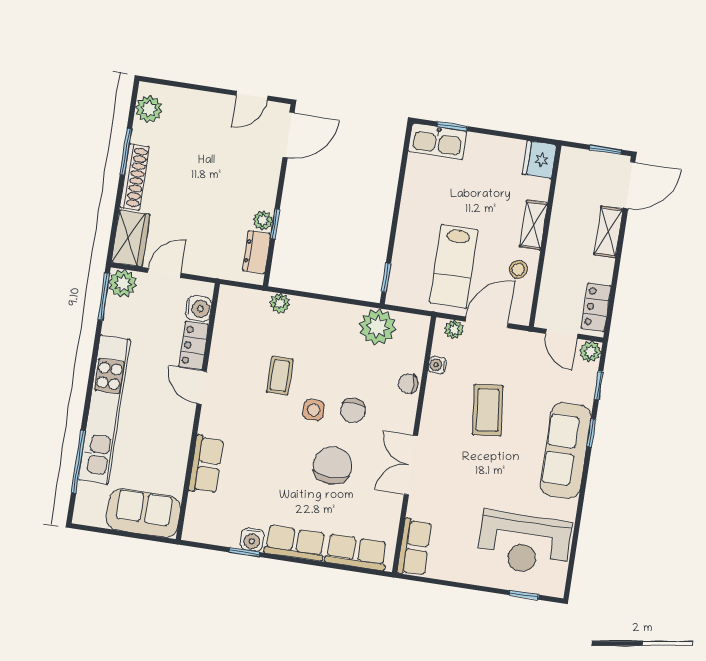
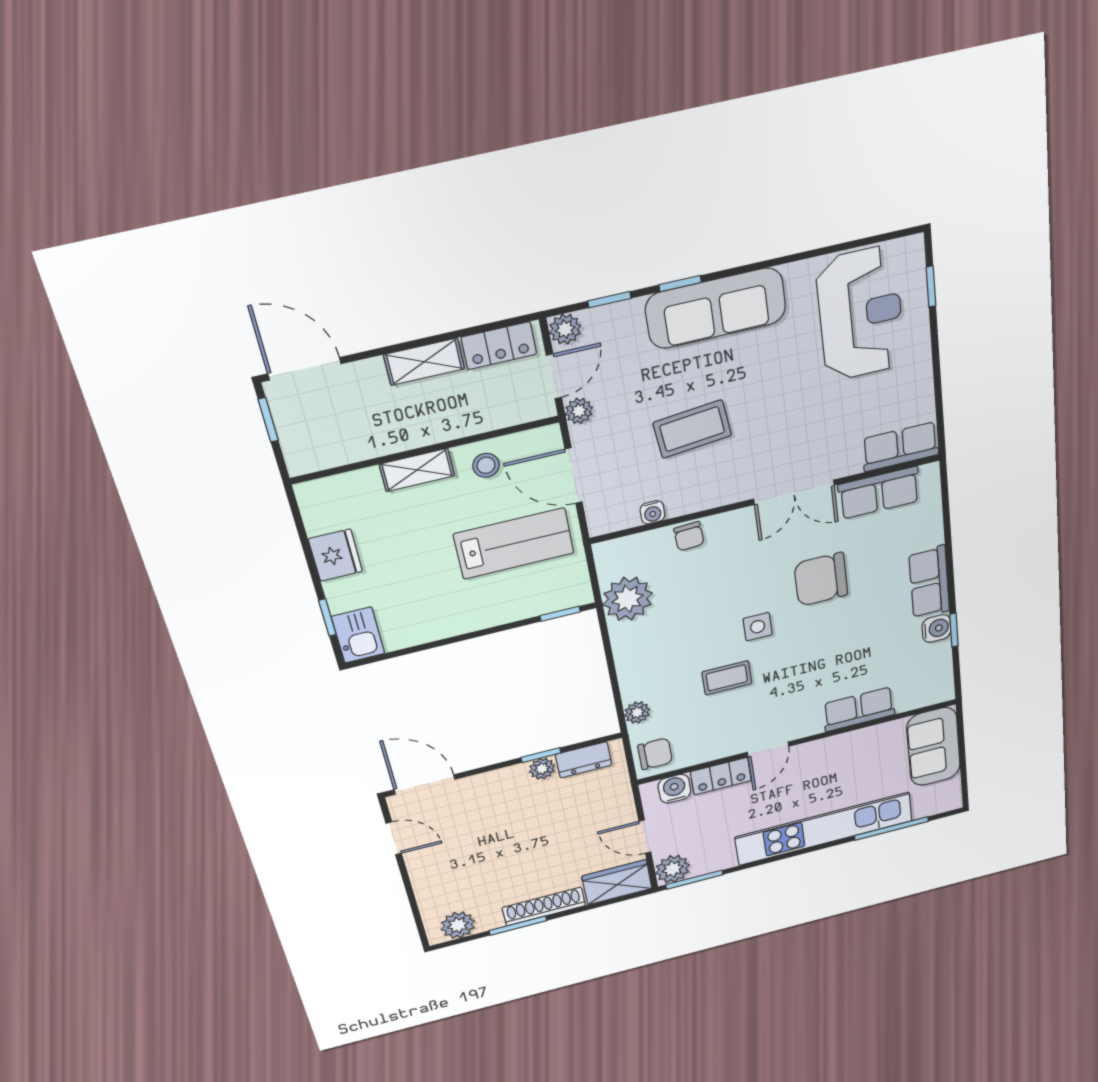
kitchen sink: (437, 141) -> (358, 635), width x0.73
fridge: (539, 160) -> (335, 555), moved, turned -90
shelving: (608, 232) -> (424, 362), moved
plant: (454, 329) -> (579, 411), moved
chair: (353, 410) -> (655, 754), moved
row of seats: (356, 552) -> (879, 493), moved, turned -90

